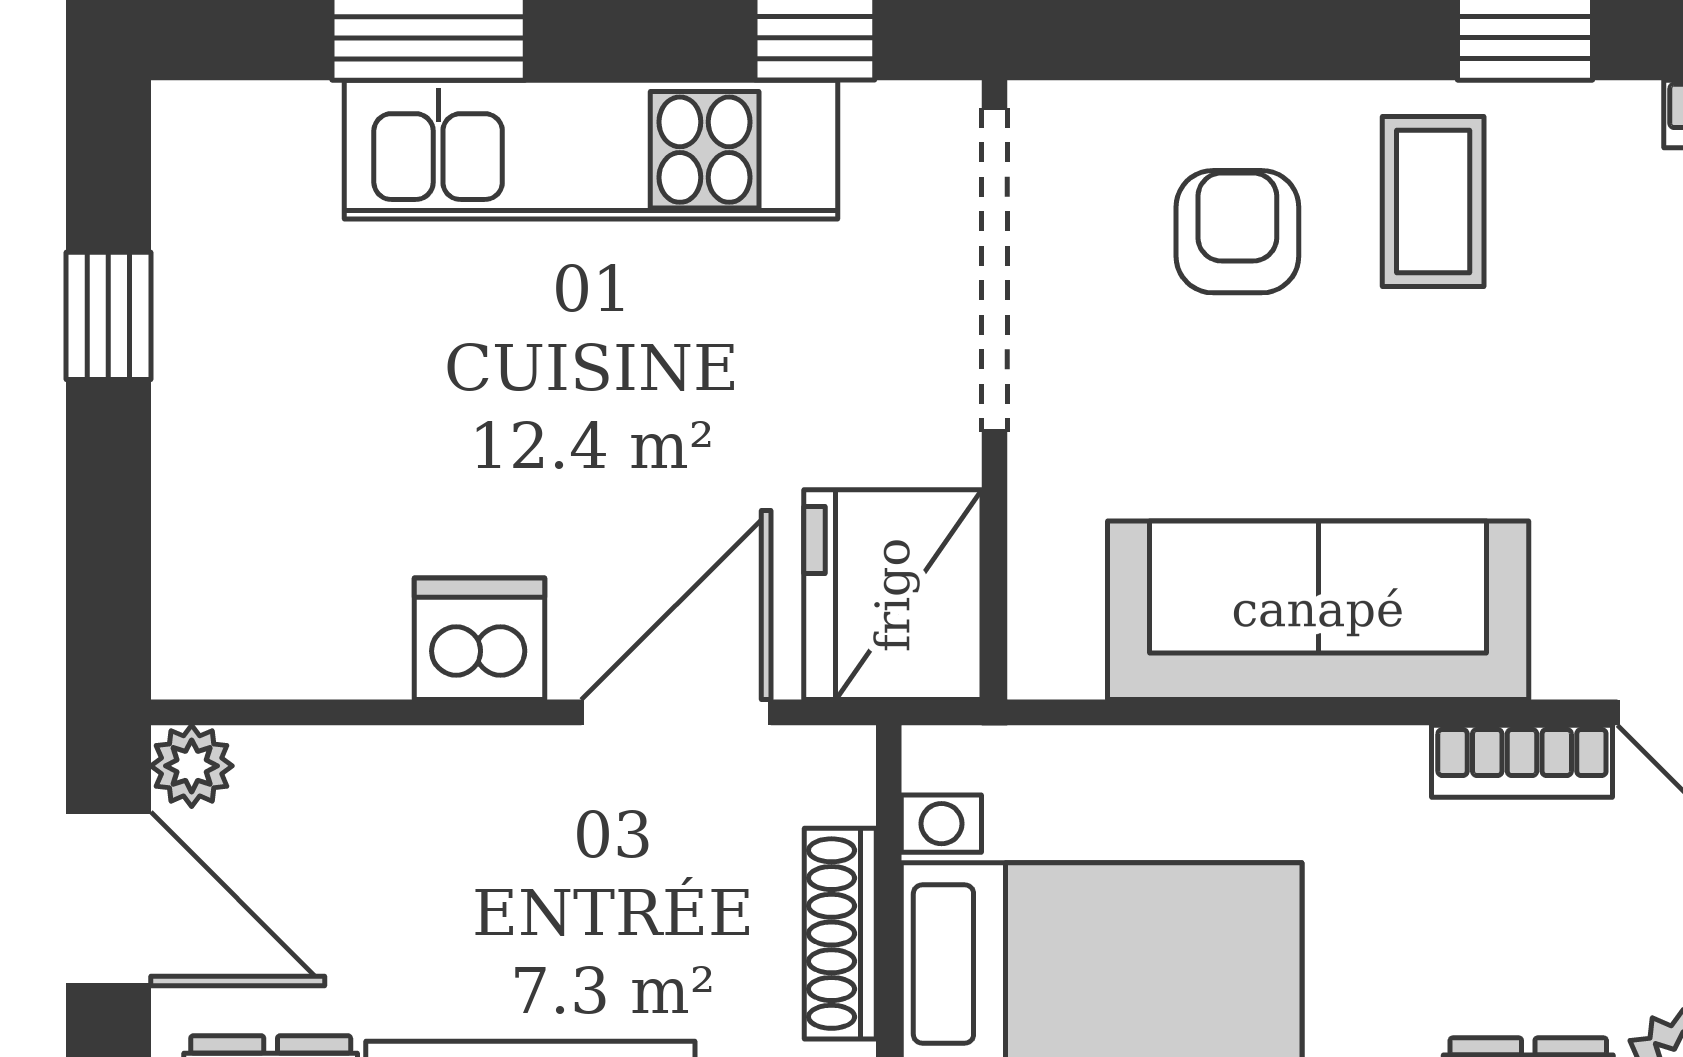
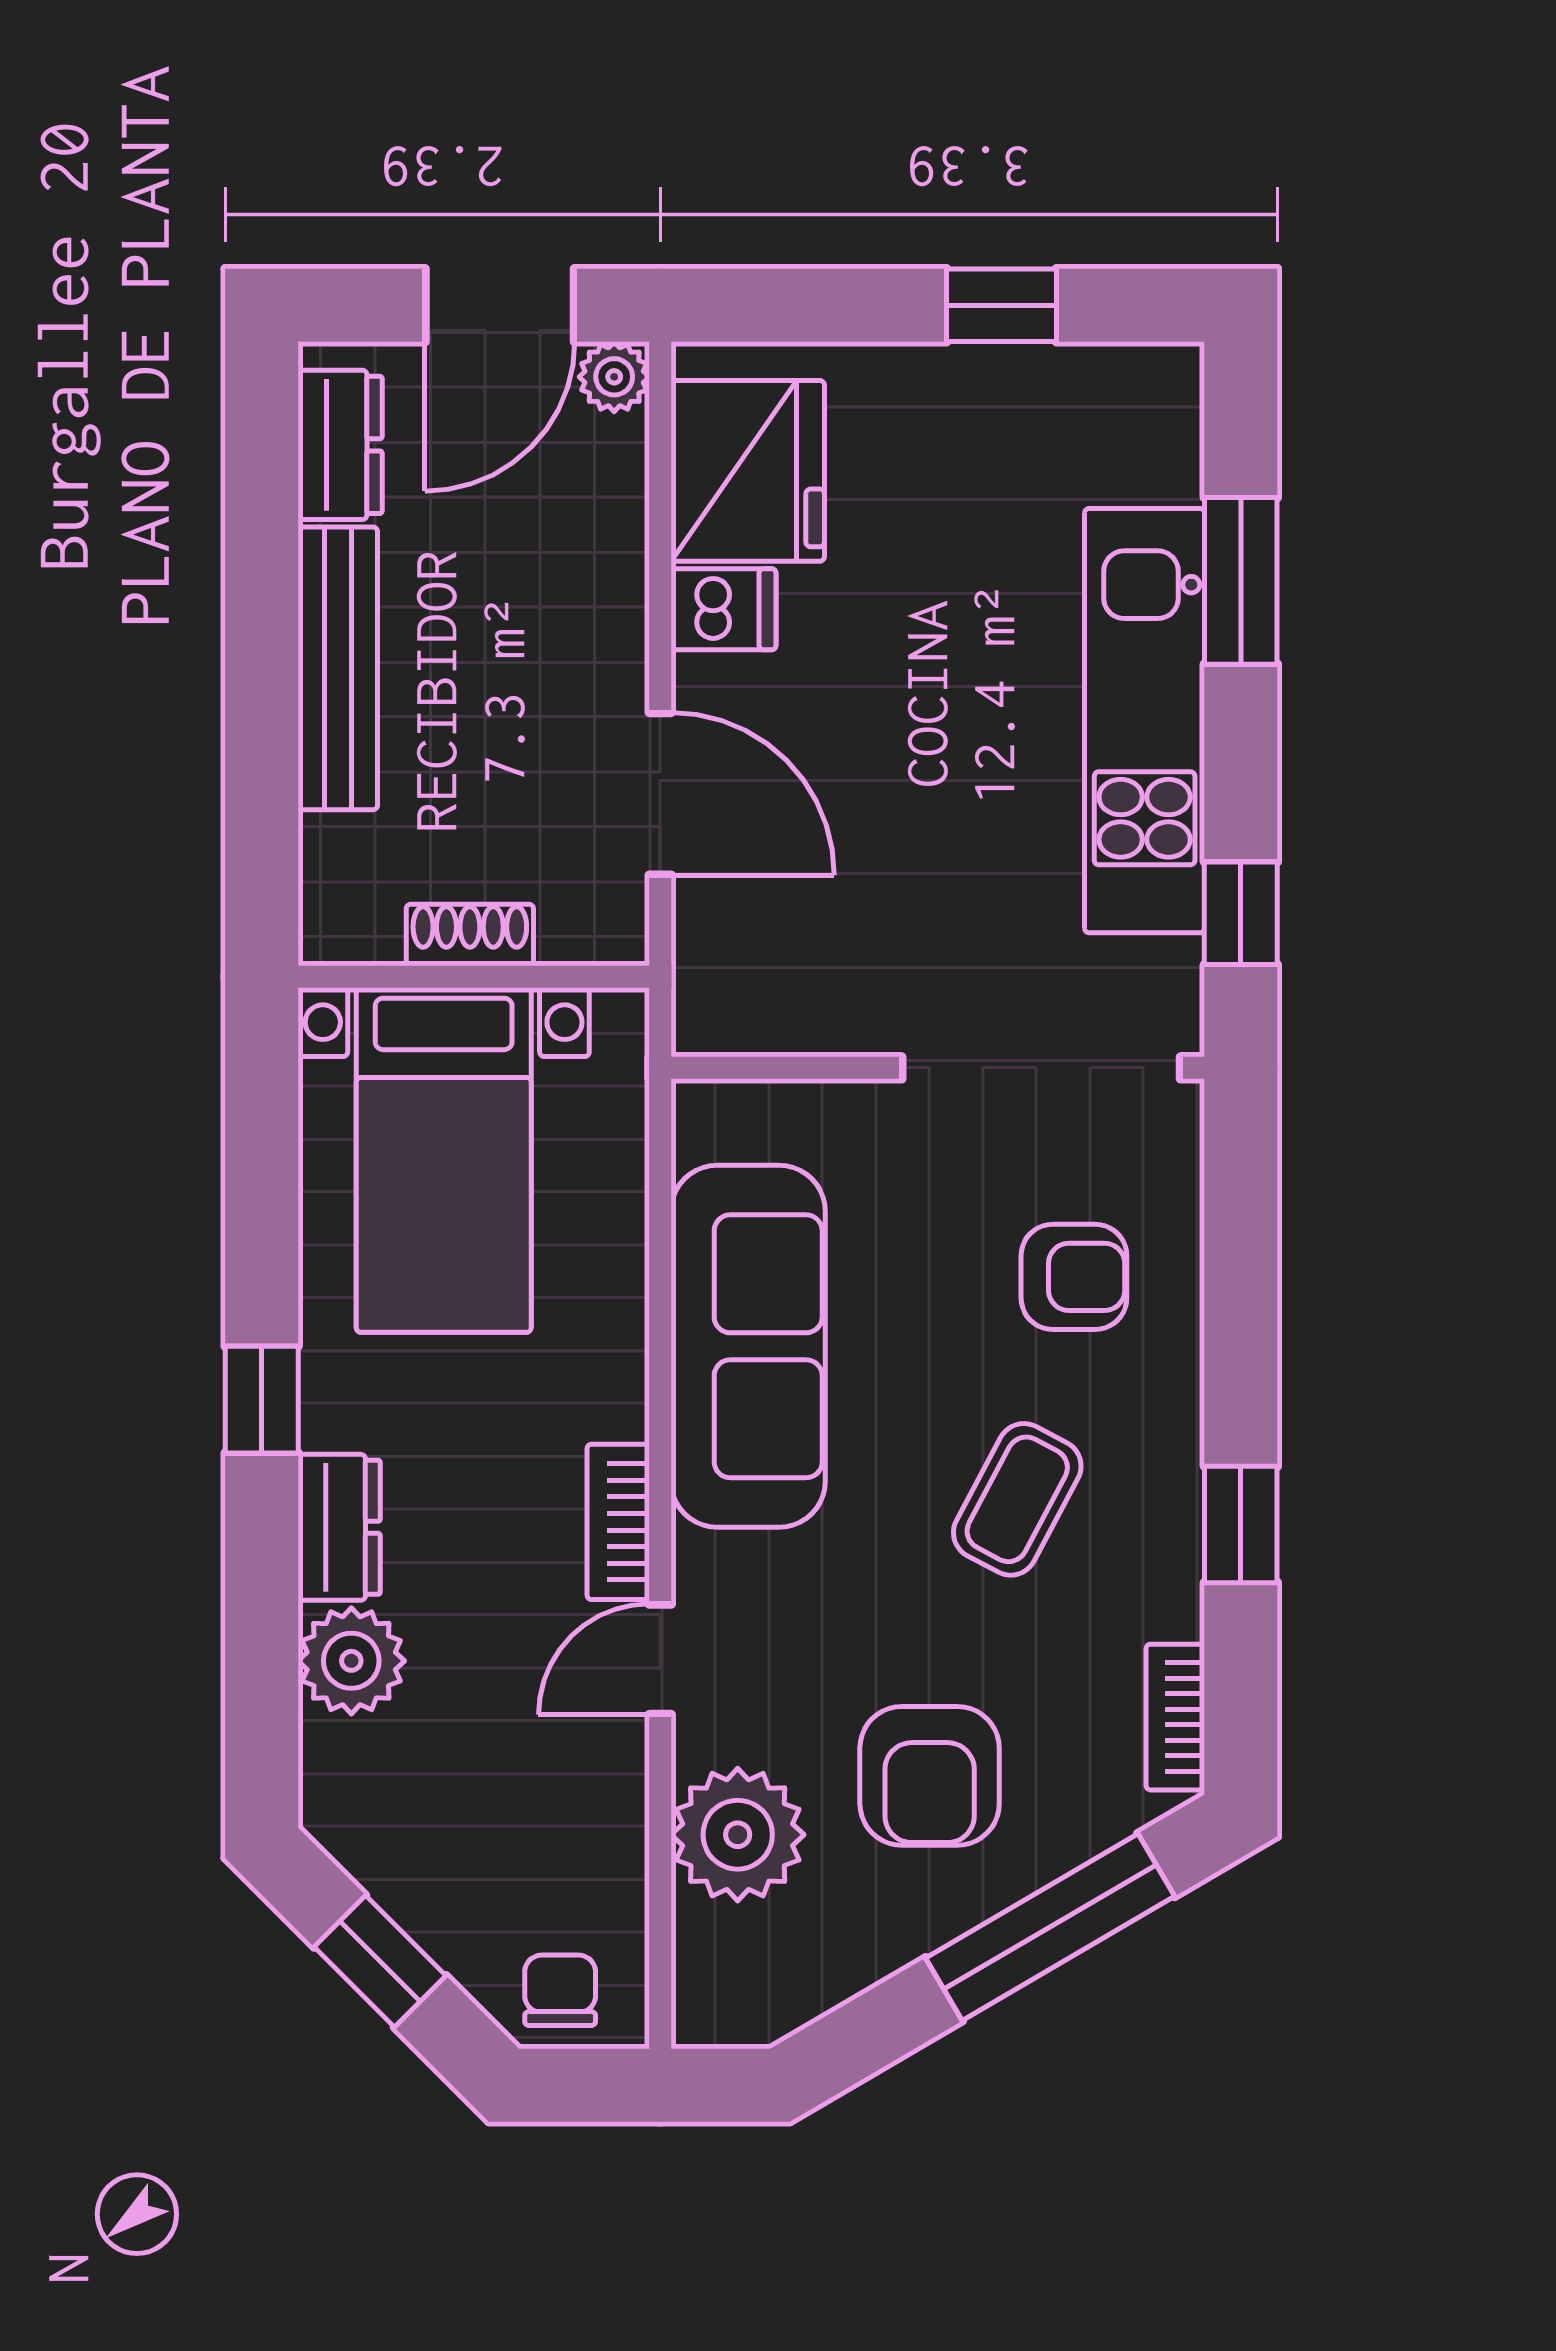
coffee table: (1433, 201) -> (1017, 1499), moved, turned -62
fridge: (893, 595) -> (748, 471), moved, turned 90
dishwasher: (480, 639) -> (724, 609), width x0.73
shoe rack: (840, 934) -> (470, 935), width x0.70

